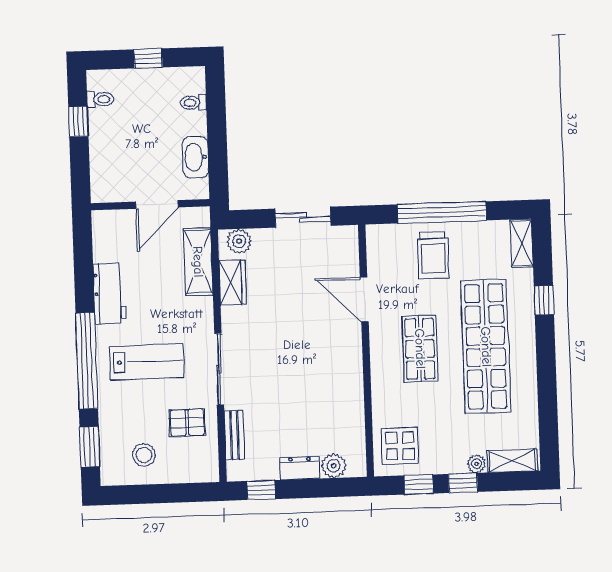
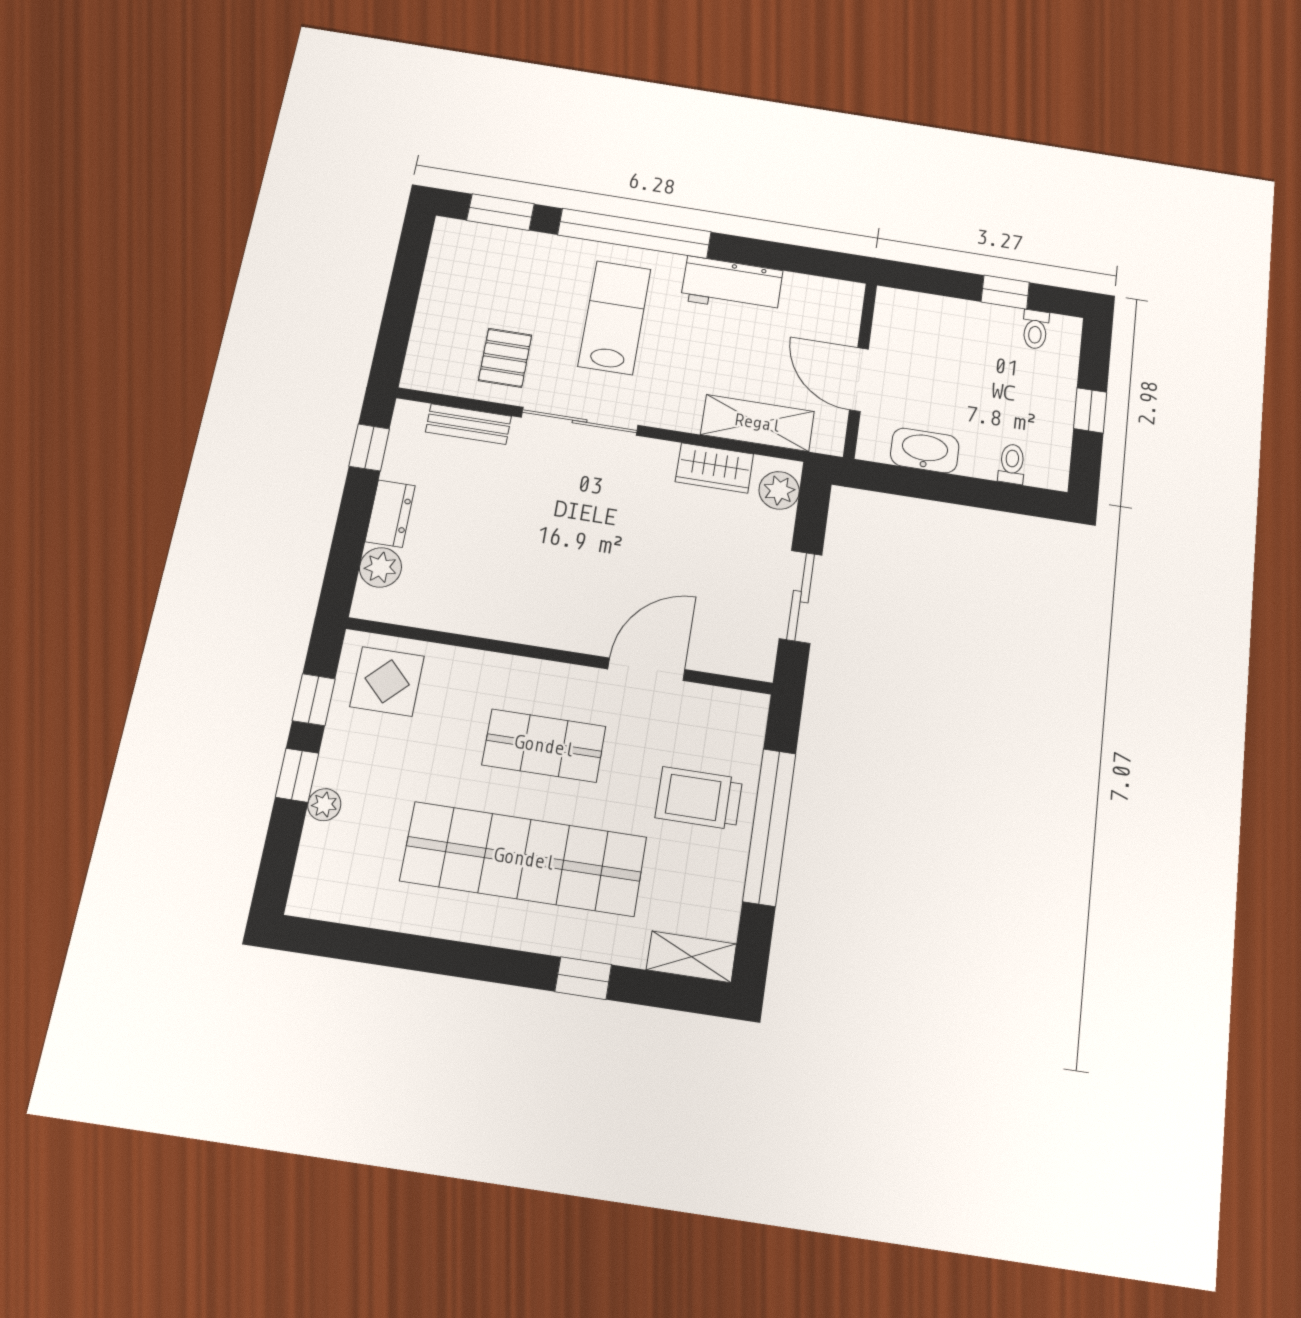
lab bench: (147, 362) -> (615, 318), turned 180
stool: (144, 455) -> (469, 286), removed
shelving: (512, 461) -> (314, 868), removed

